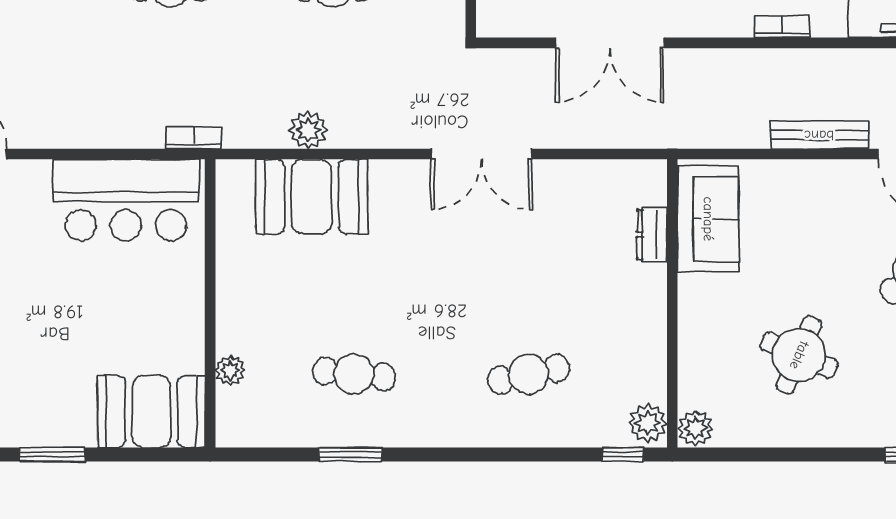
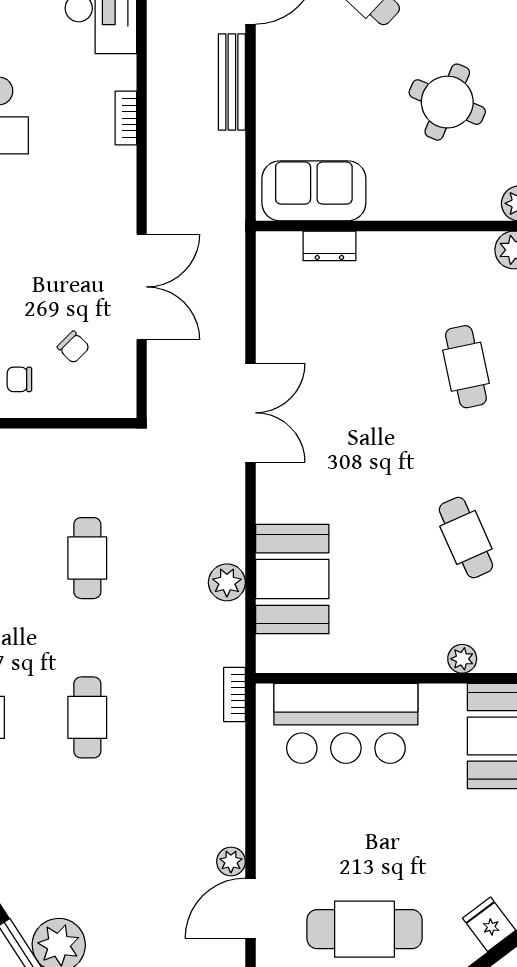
plant: (23, 134) -> (231, 862), added
bar counter: (126, 200) -> (346, 723), moved, turned 90
cafe table: (354, 374) -> (466, 538), turned -30

